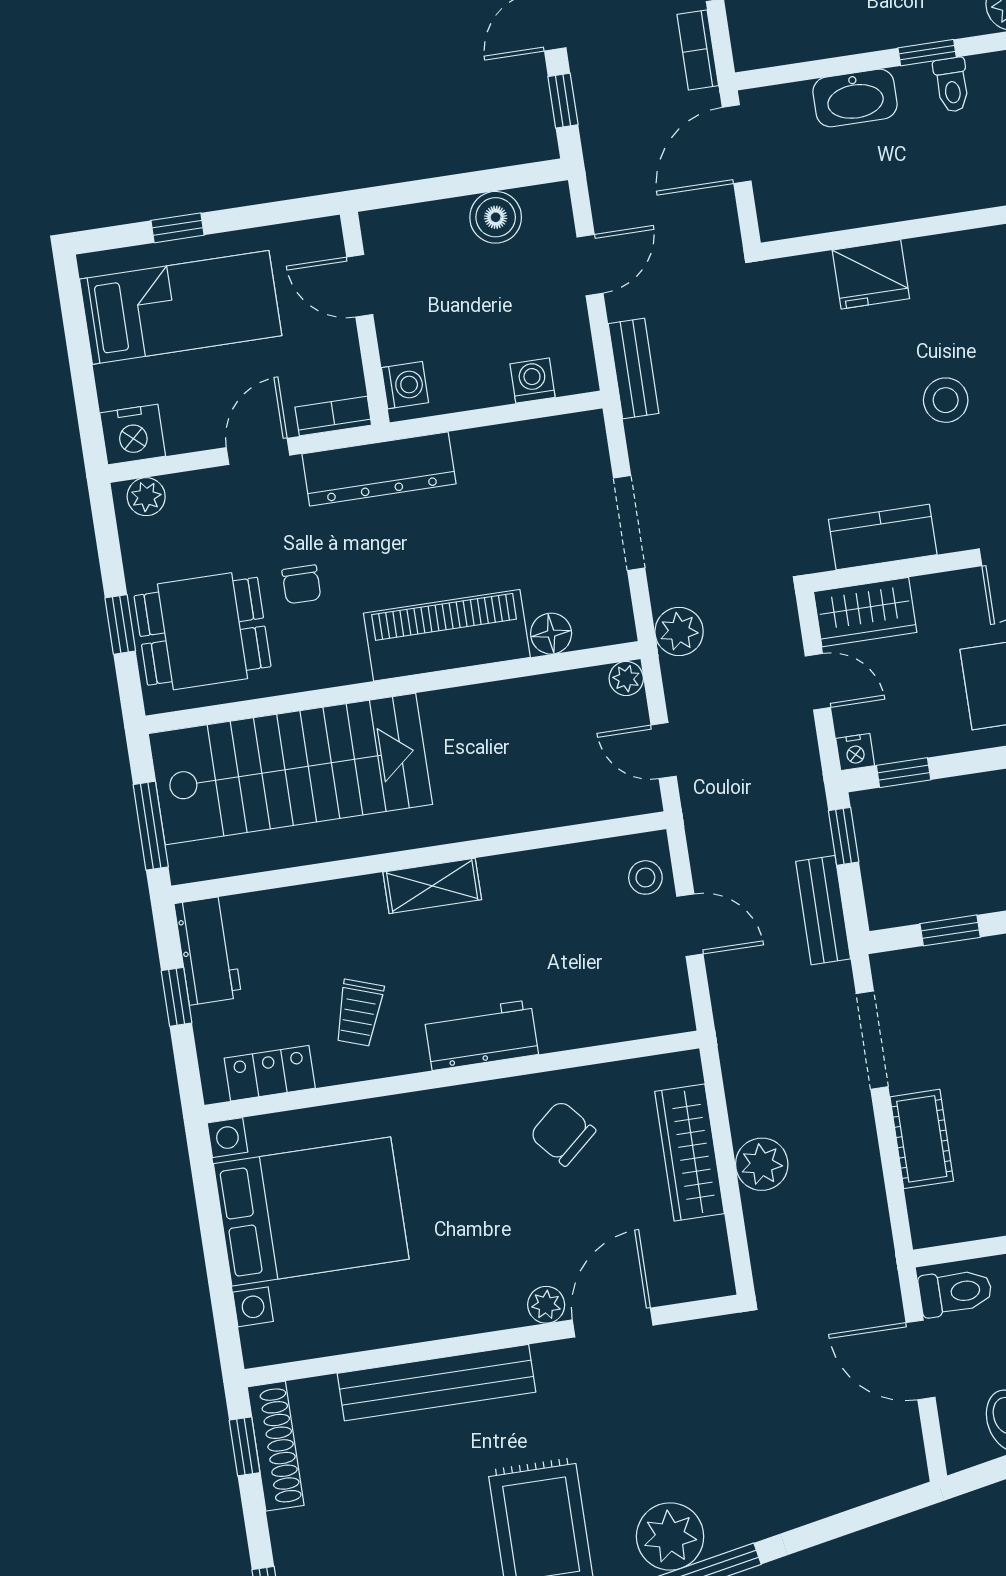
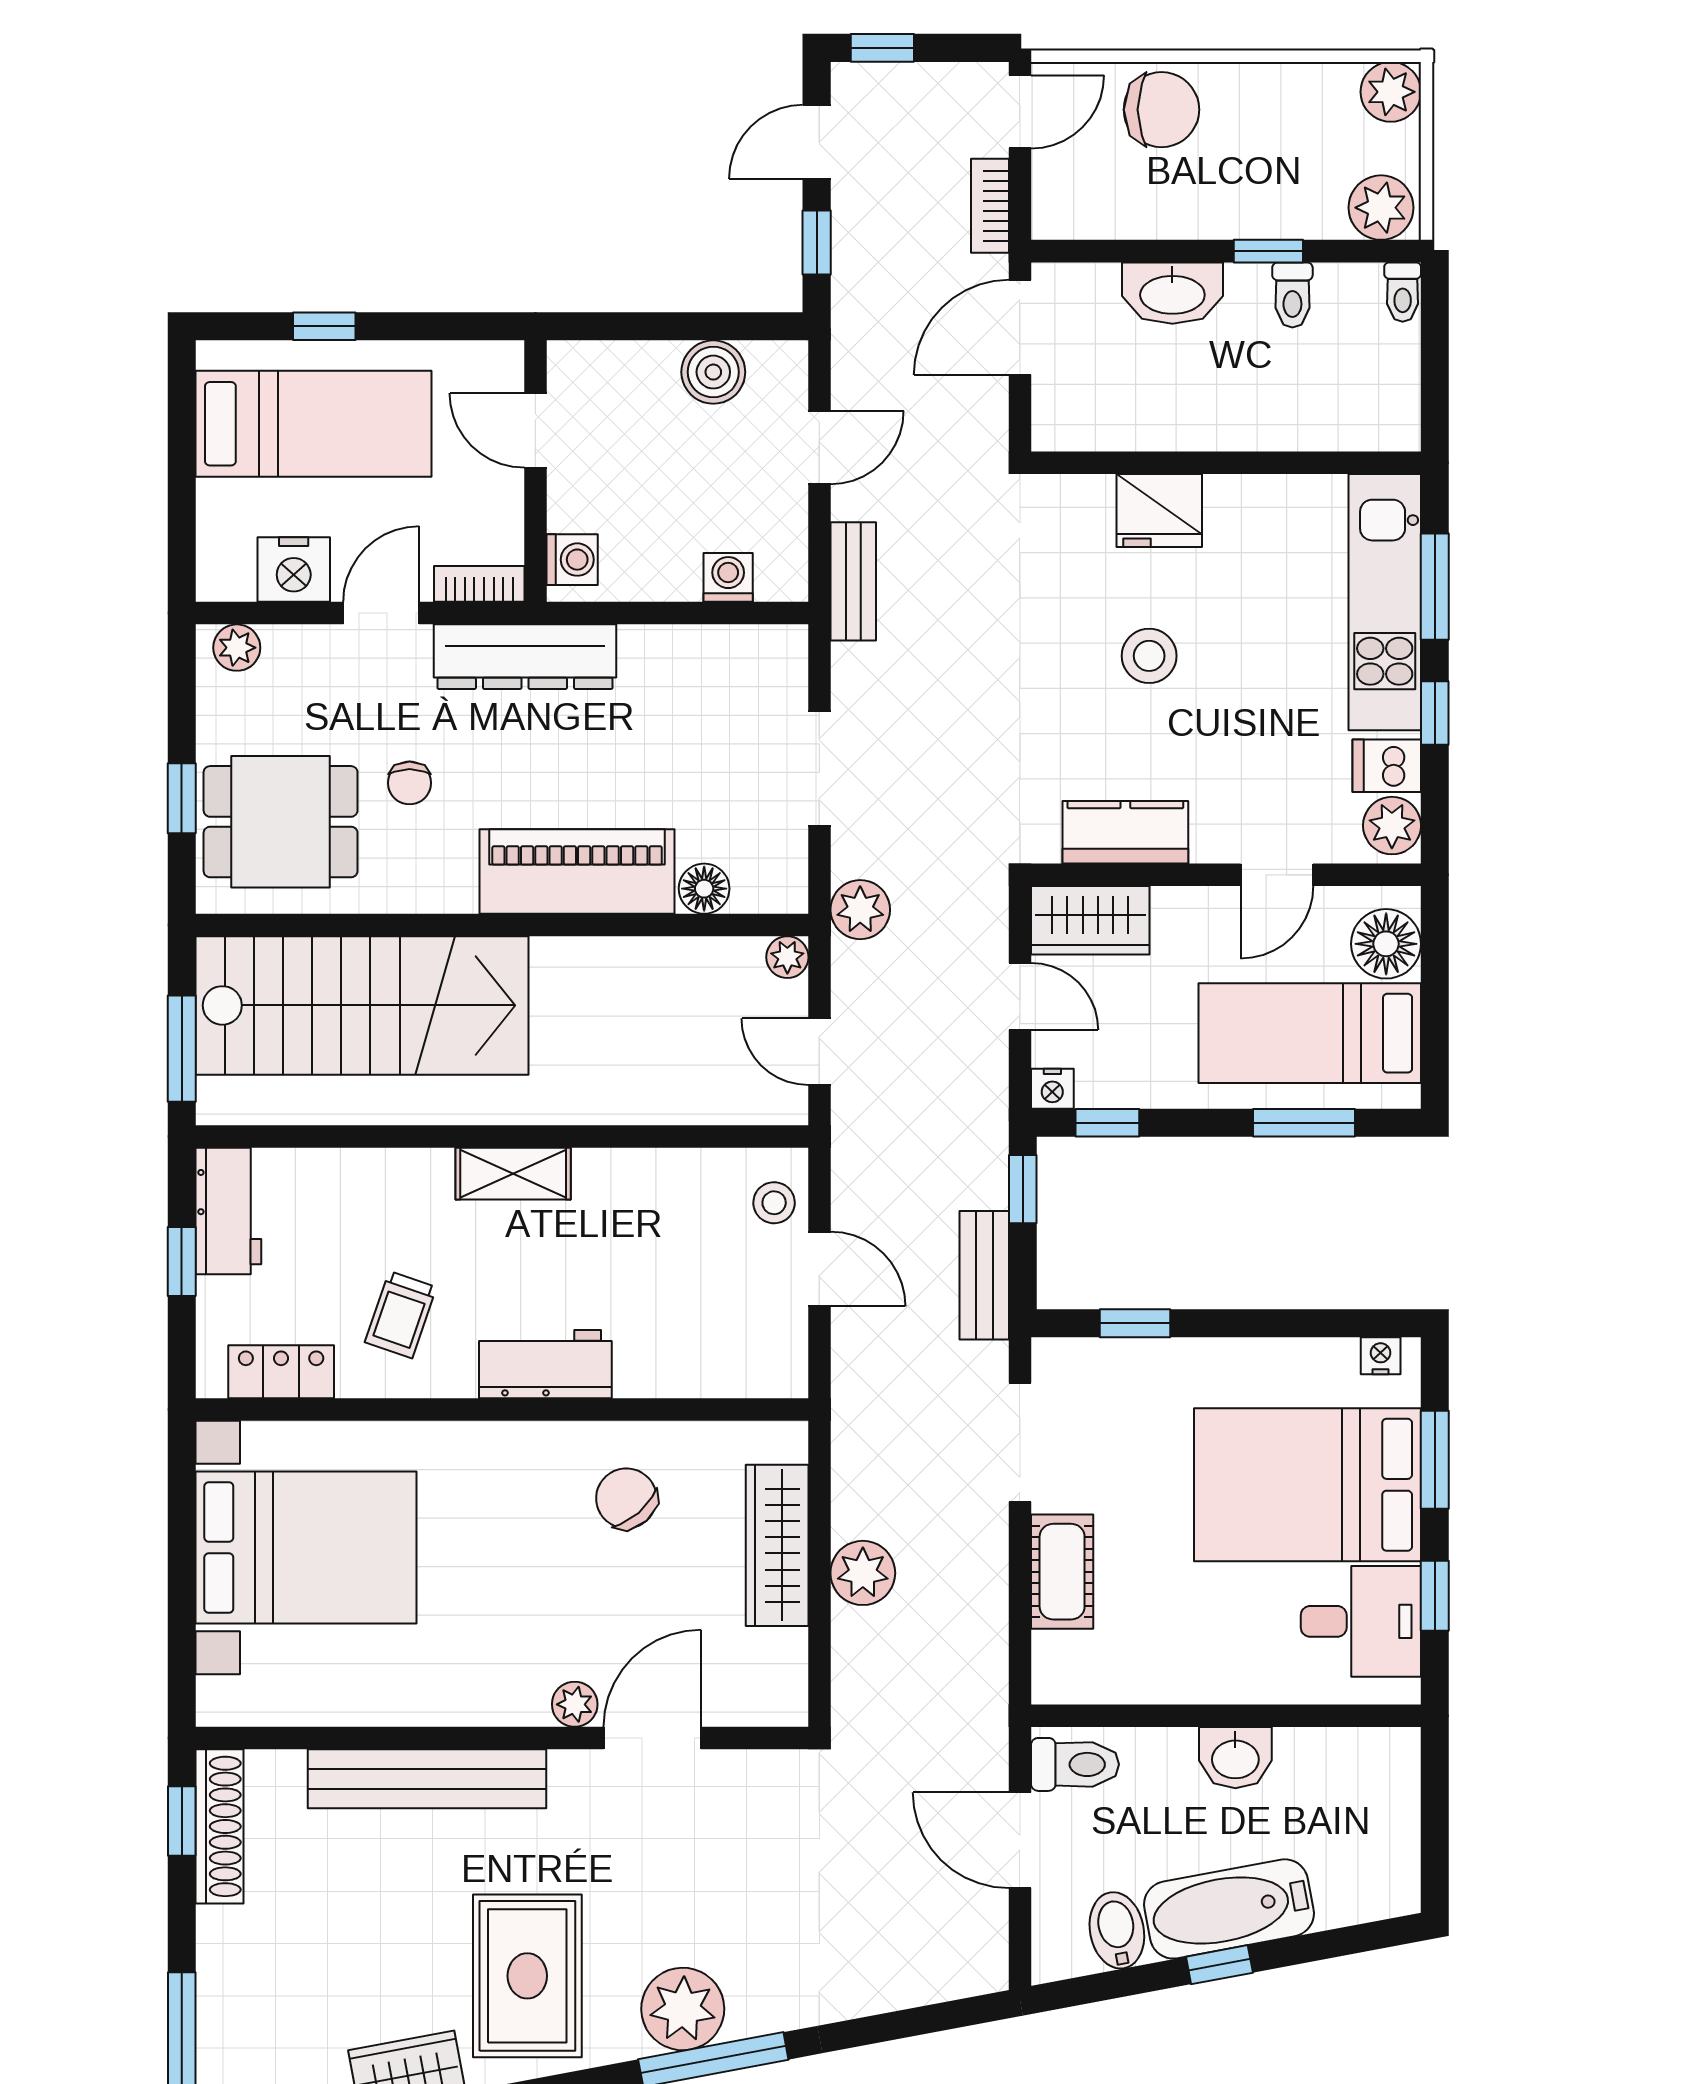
stool: (946, 400) -> (1149, 656), moved
nightstand: (133, 435) -> (294, 570), moved

